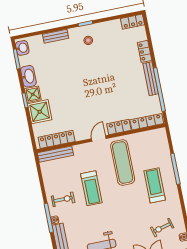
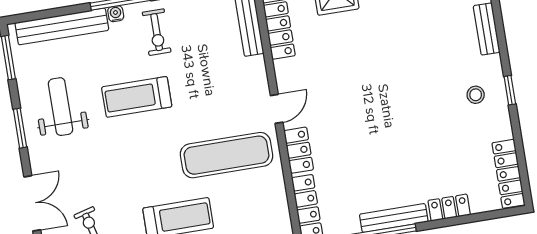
locker: (133, 22) -> (508, 174), width x1.53
door: (99, 139) -> (277, 109), hinge flipped
treadmill: (91, 188) -> (137, 97), moved

